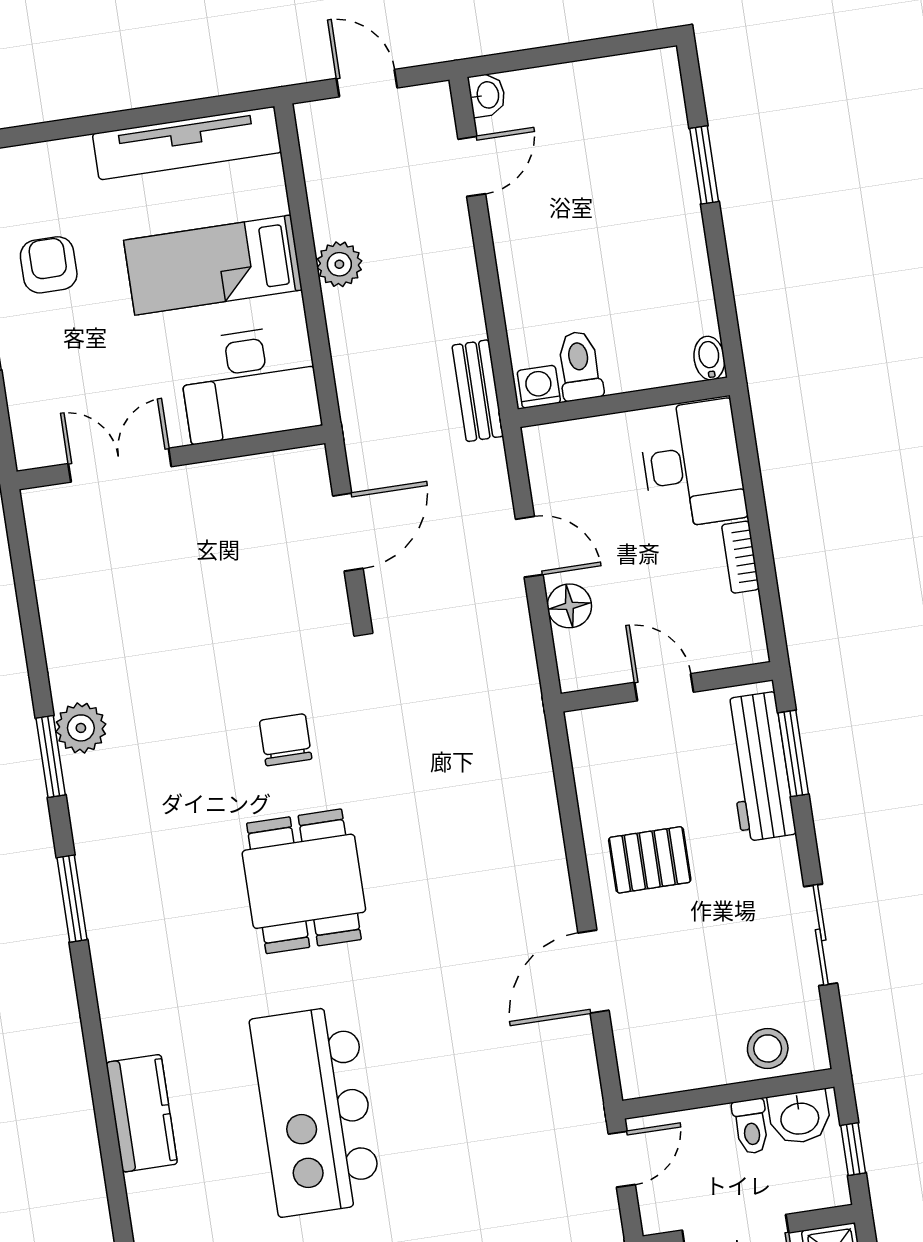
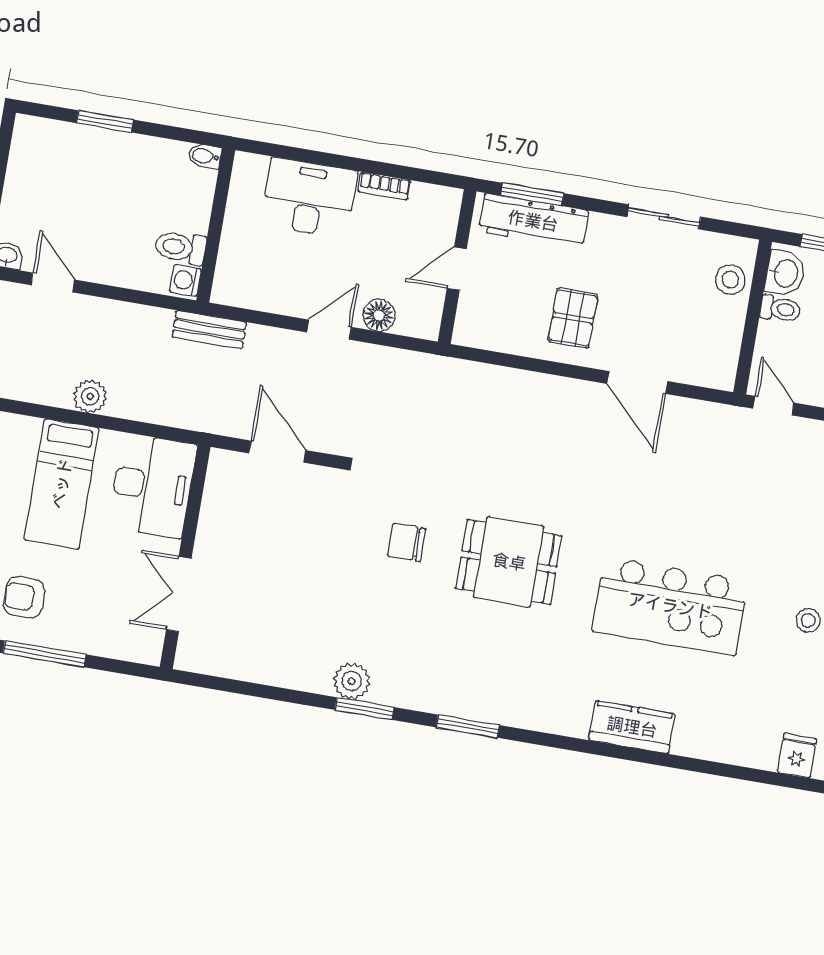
bidet: (709, 358) -> (205, 156), moved
toilet: (580, 366) -> (180, 248), moved
washing machine: (539, 387) -> (186, 280), moved
wall: (624, 402) -> (216, 225), moved

